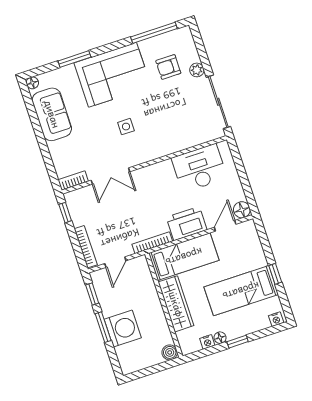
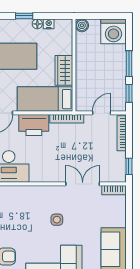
wardrobe: (176, 304) -> (64, 70), width x0.67
washing machine: (123, 328) -> (114, 31), moved, turned -90

